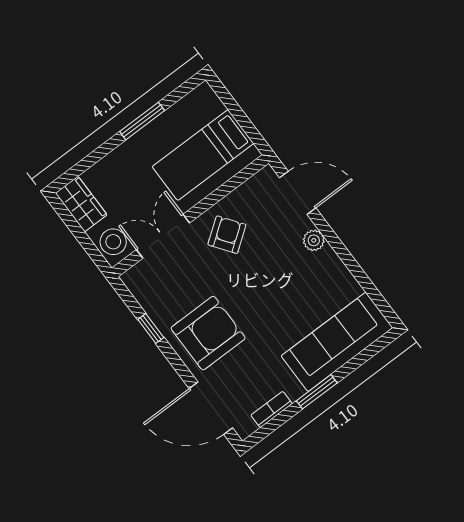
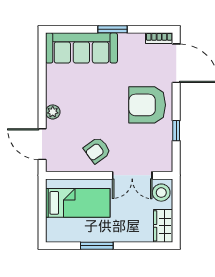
bookcase: (272, 409) -> (159, 38), moved

